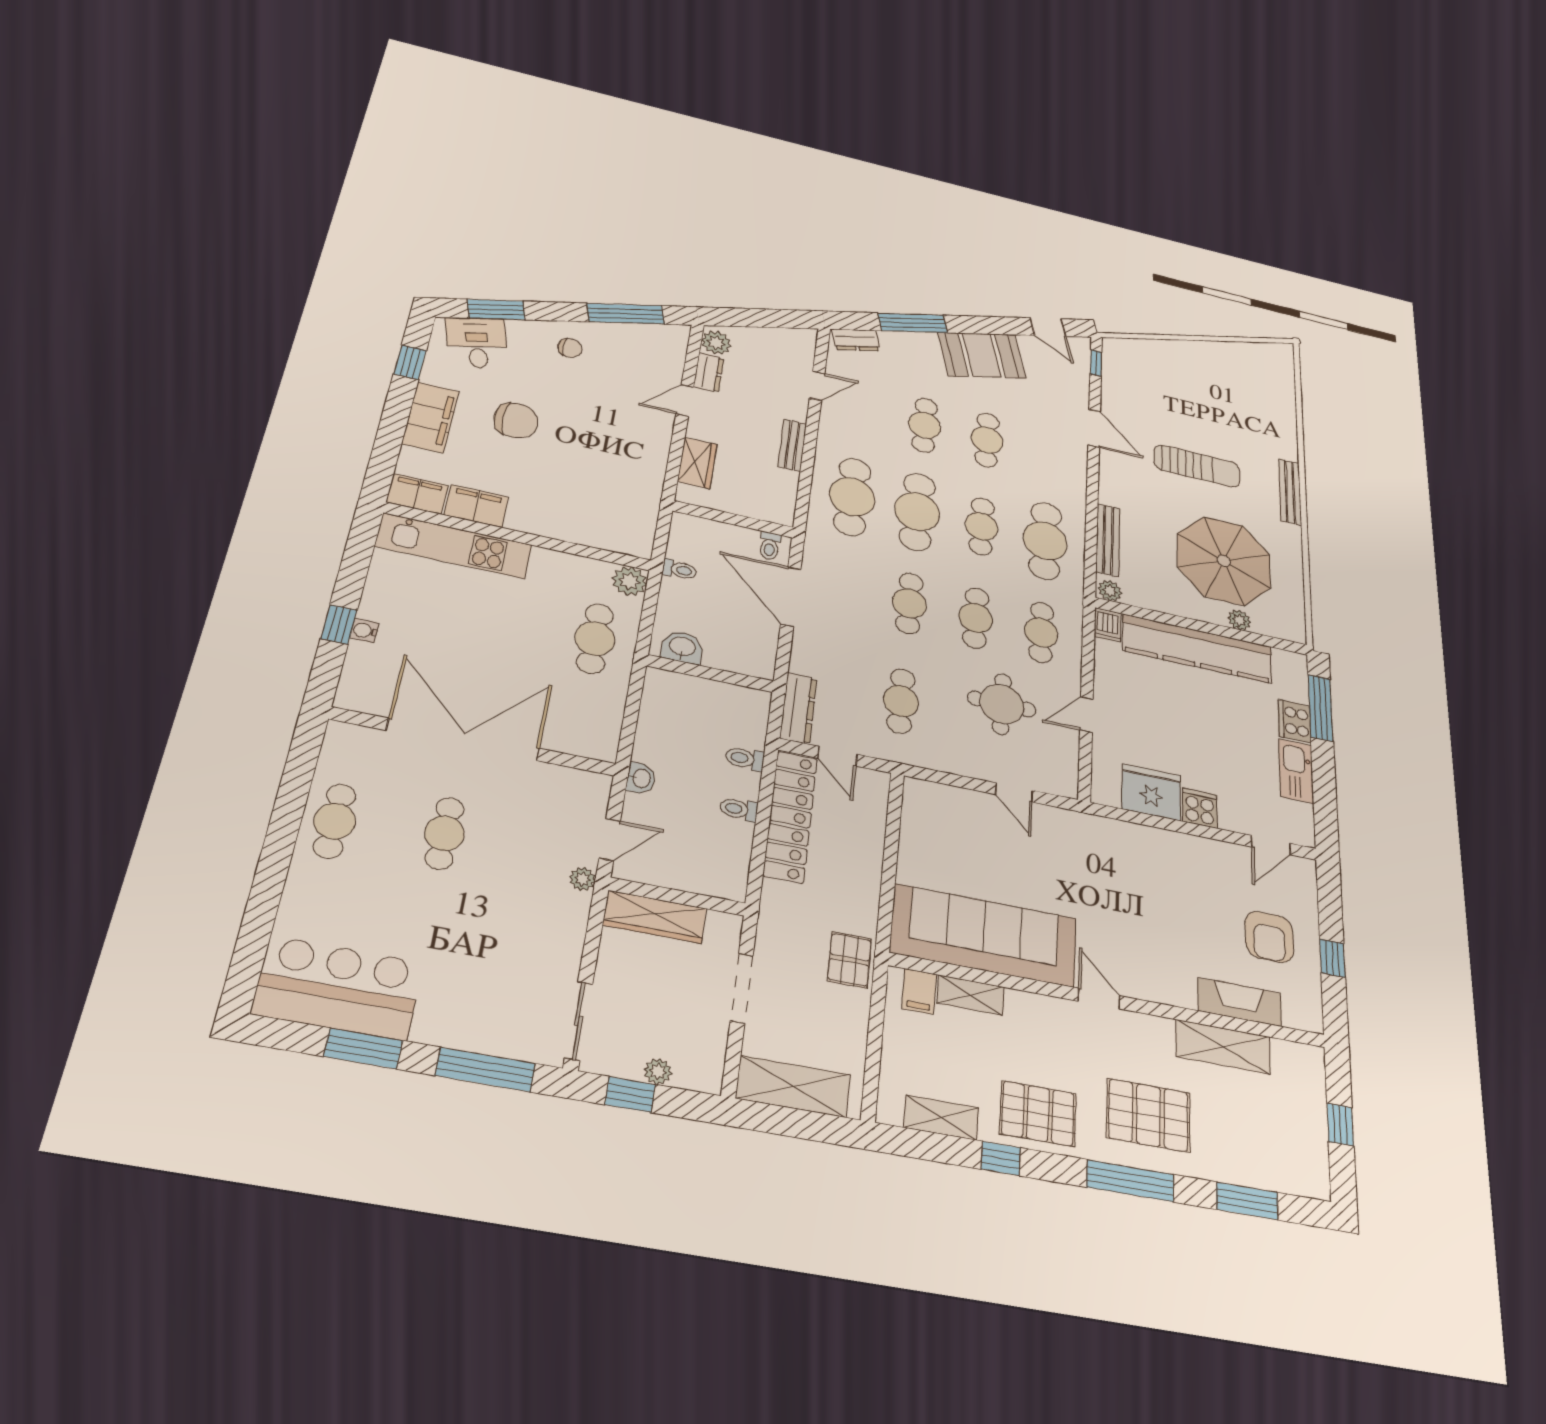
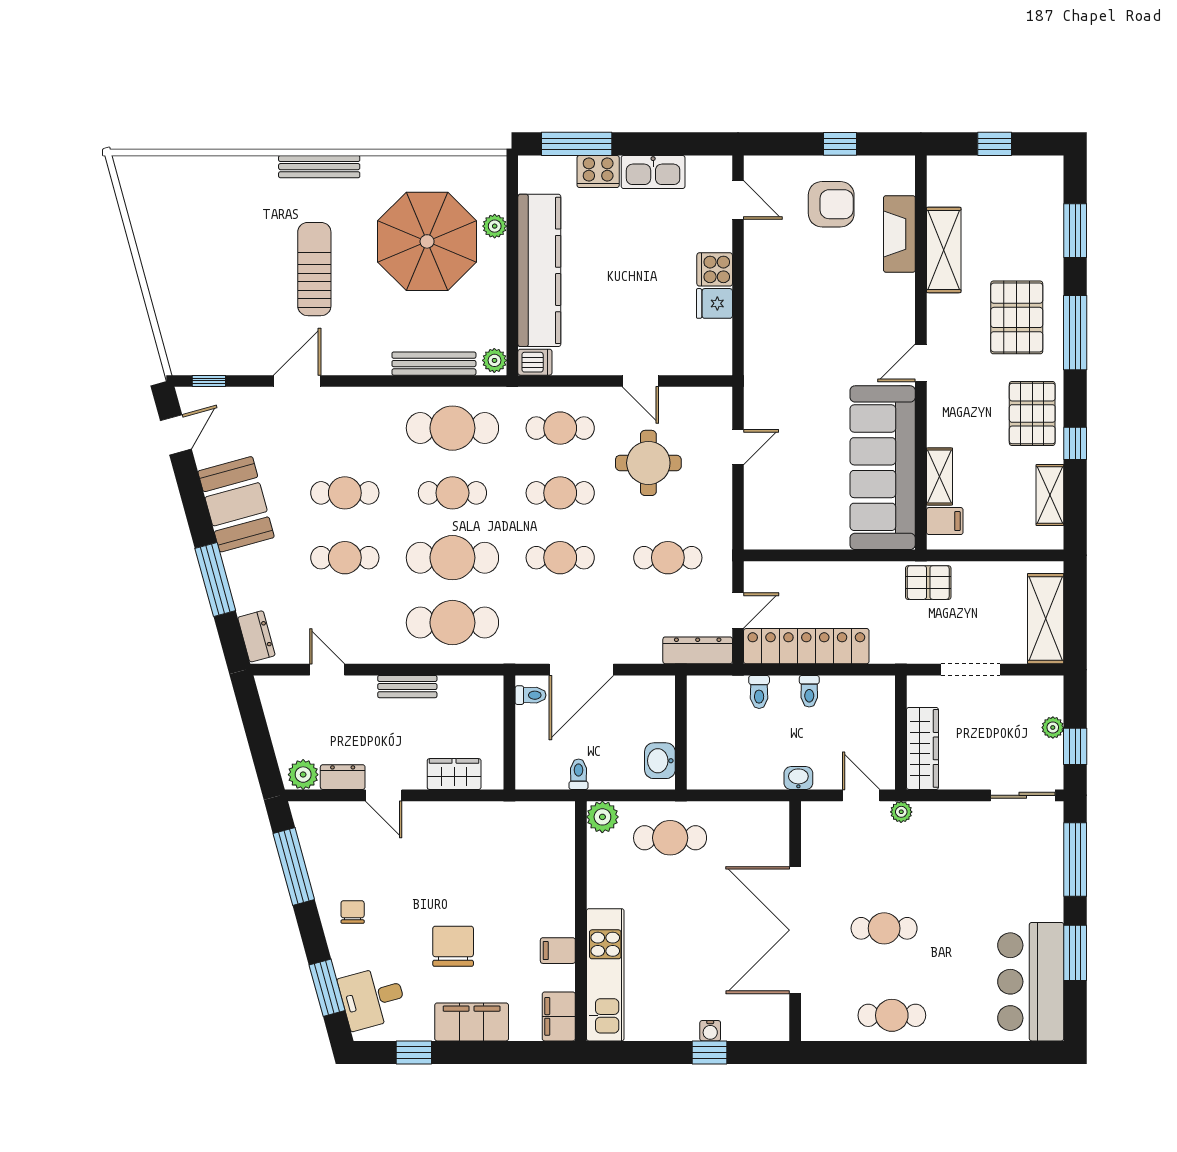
filing cabinet: (476, 506) -> (558, 951), width x0.50
fridge: (1151, 792) -> (714, 303), width x0.53, depth x0.75

